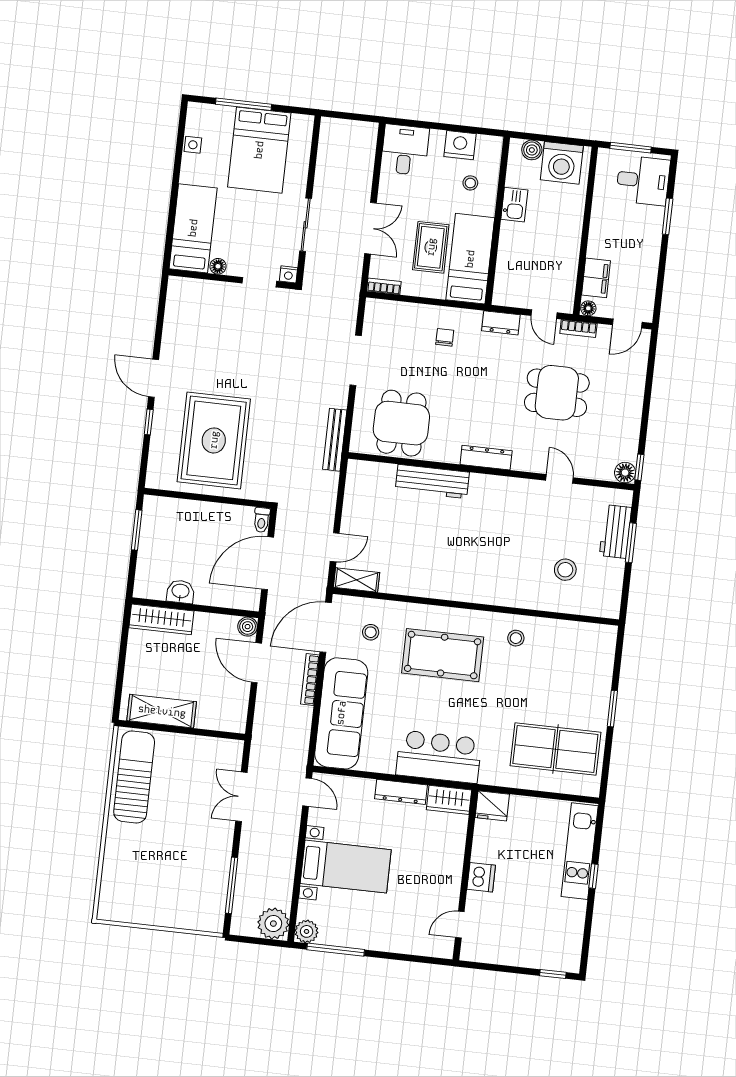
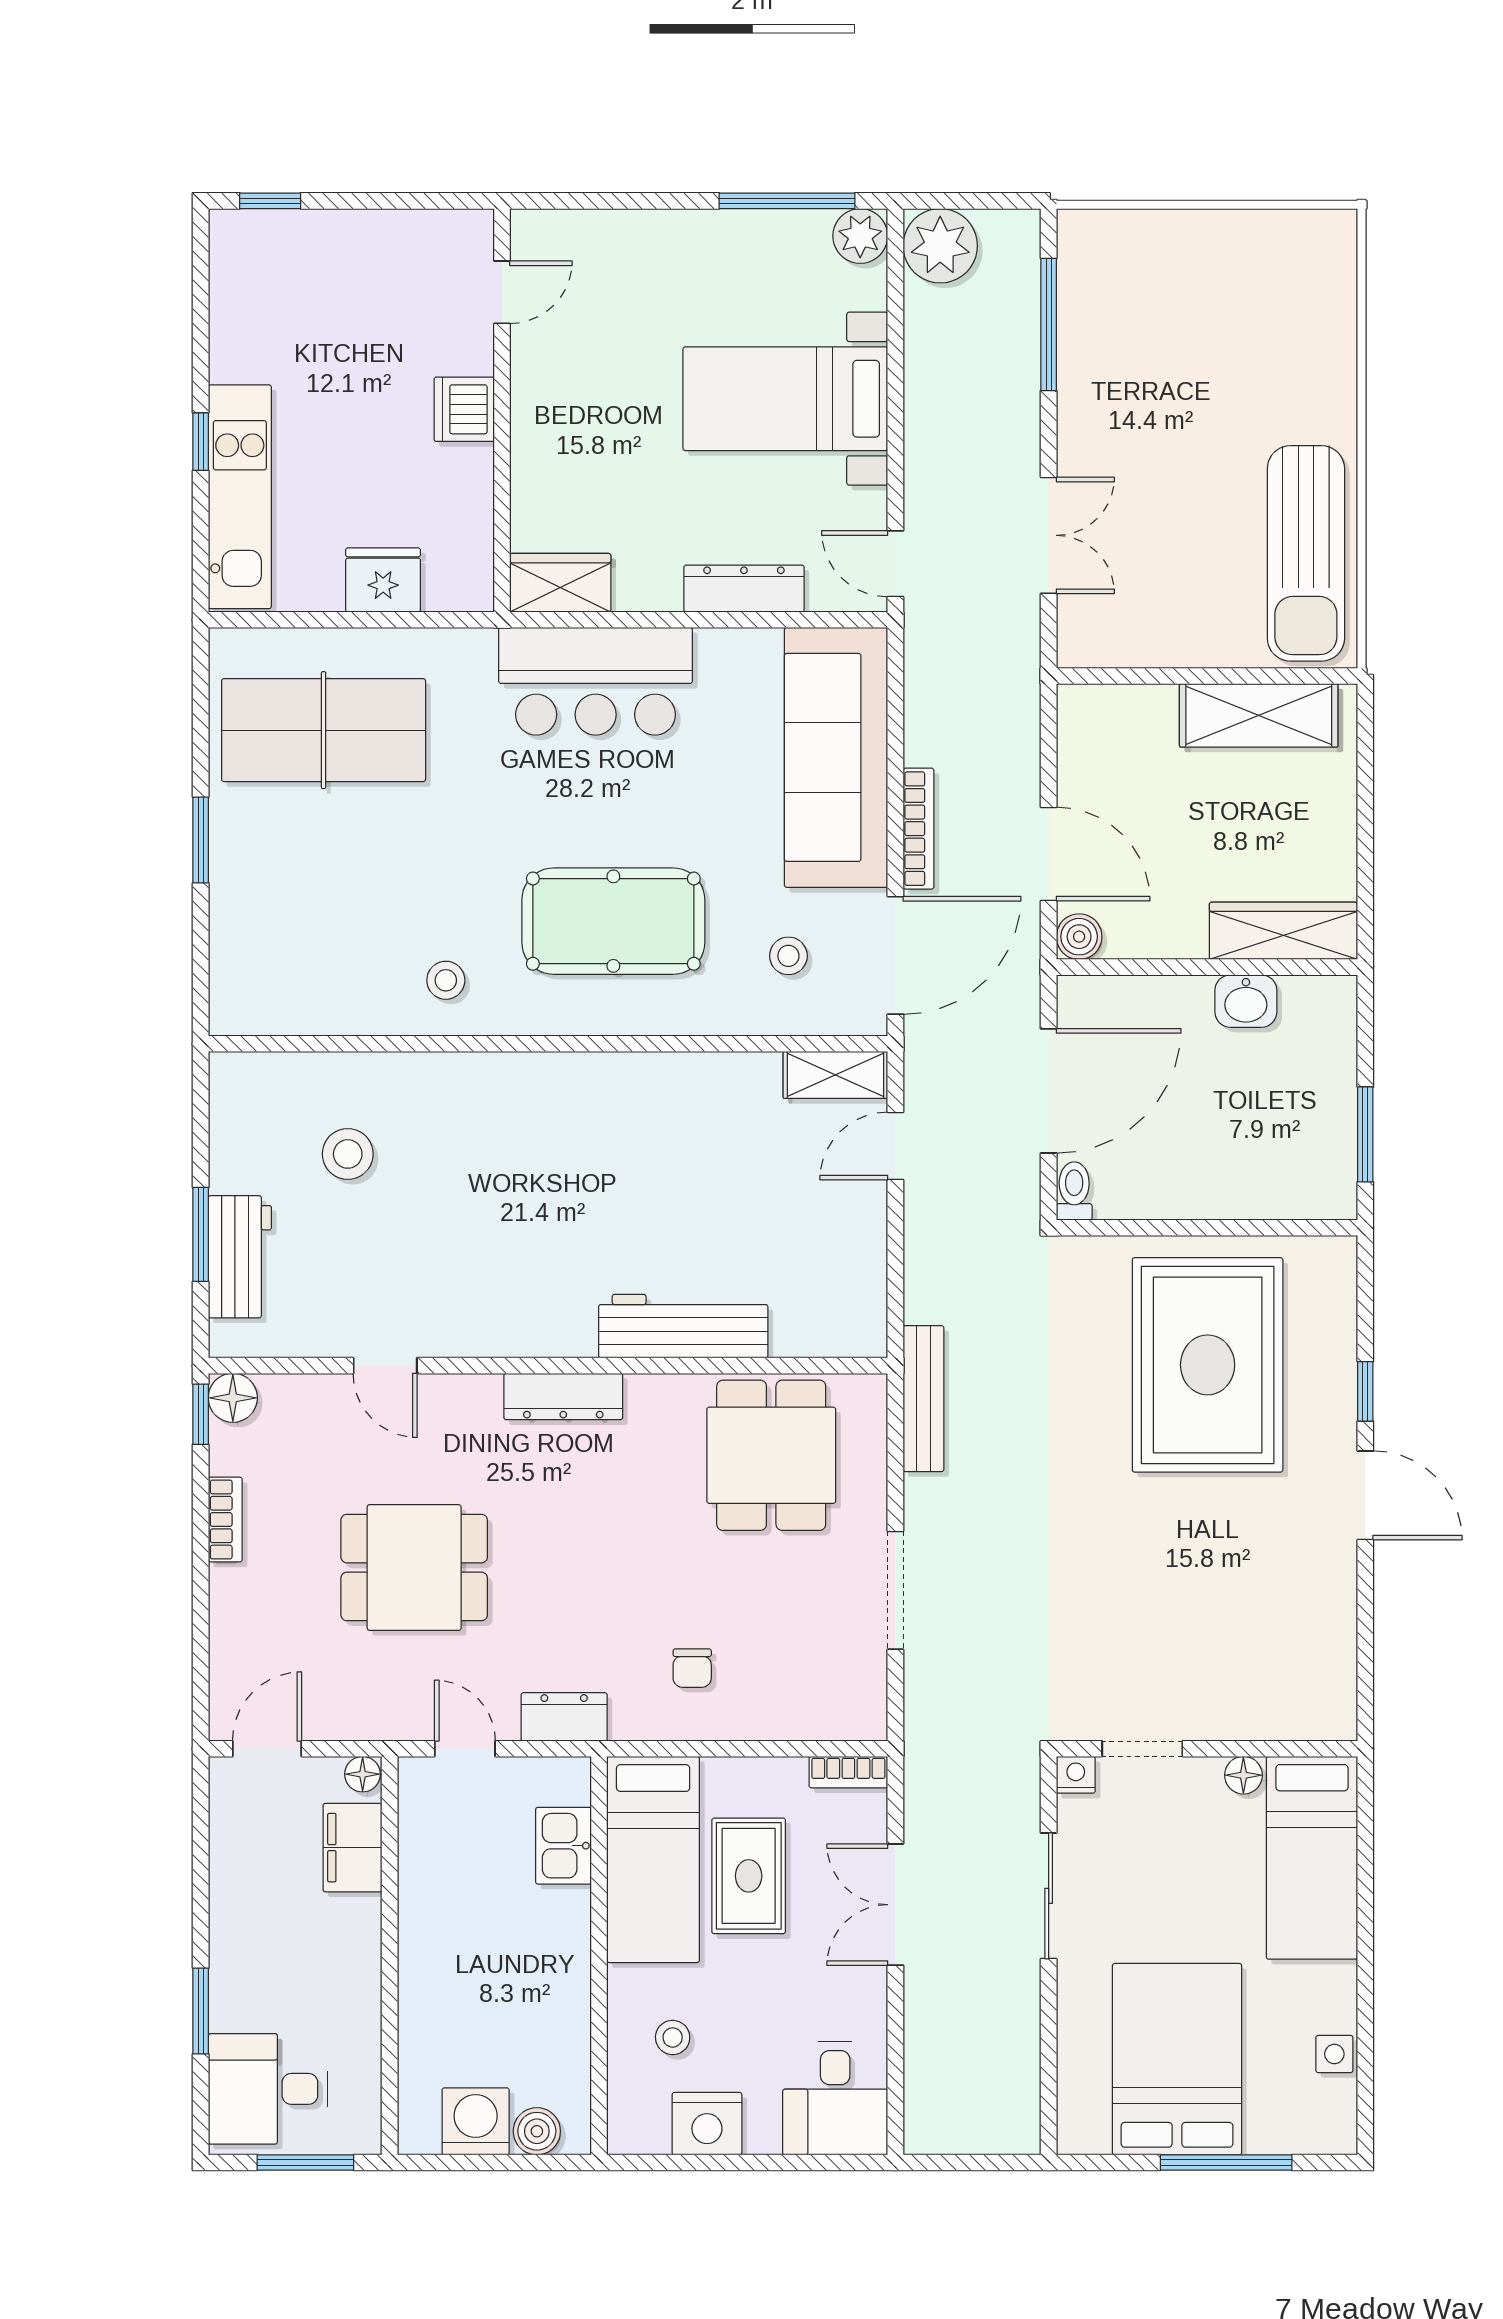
washing machine: (562, 163) -> (476, 2121), width x0.73, depth x0.73
kitchen sink: (514, 205) -> (564, 1846), moved
bookcase: (578, 328) -> (225, 1520), moved, turned 90
dresser: (401, 792) -> (744, 589), moved
fridge: (492, 806) -> (383, 580), moved

